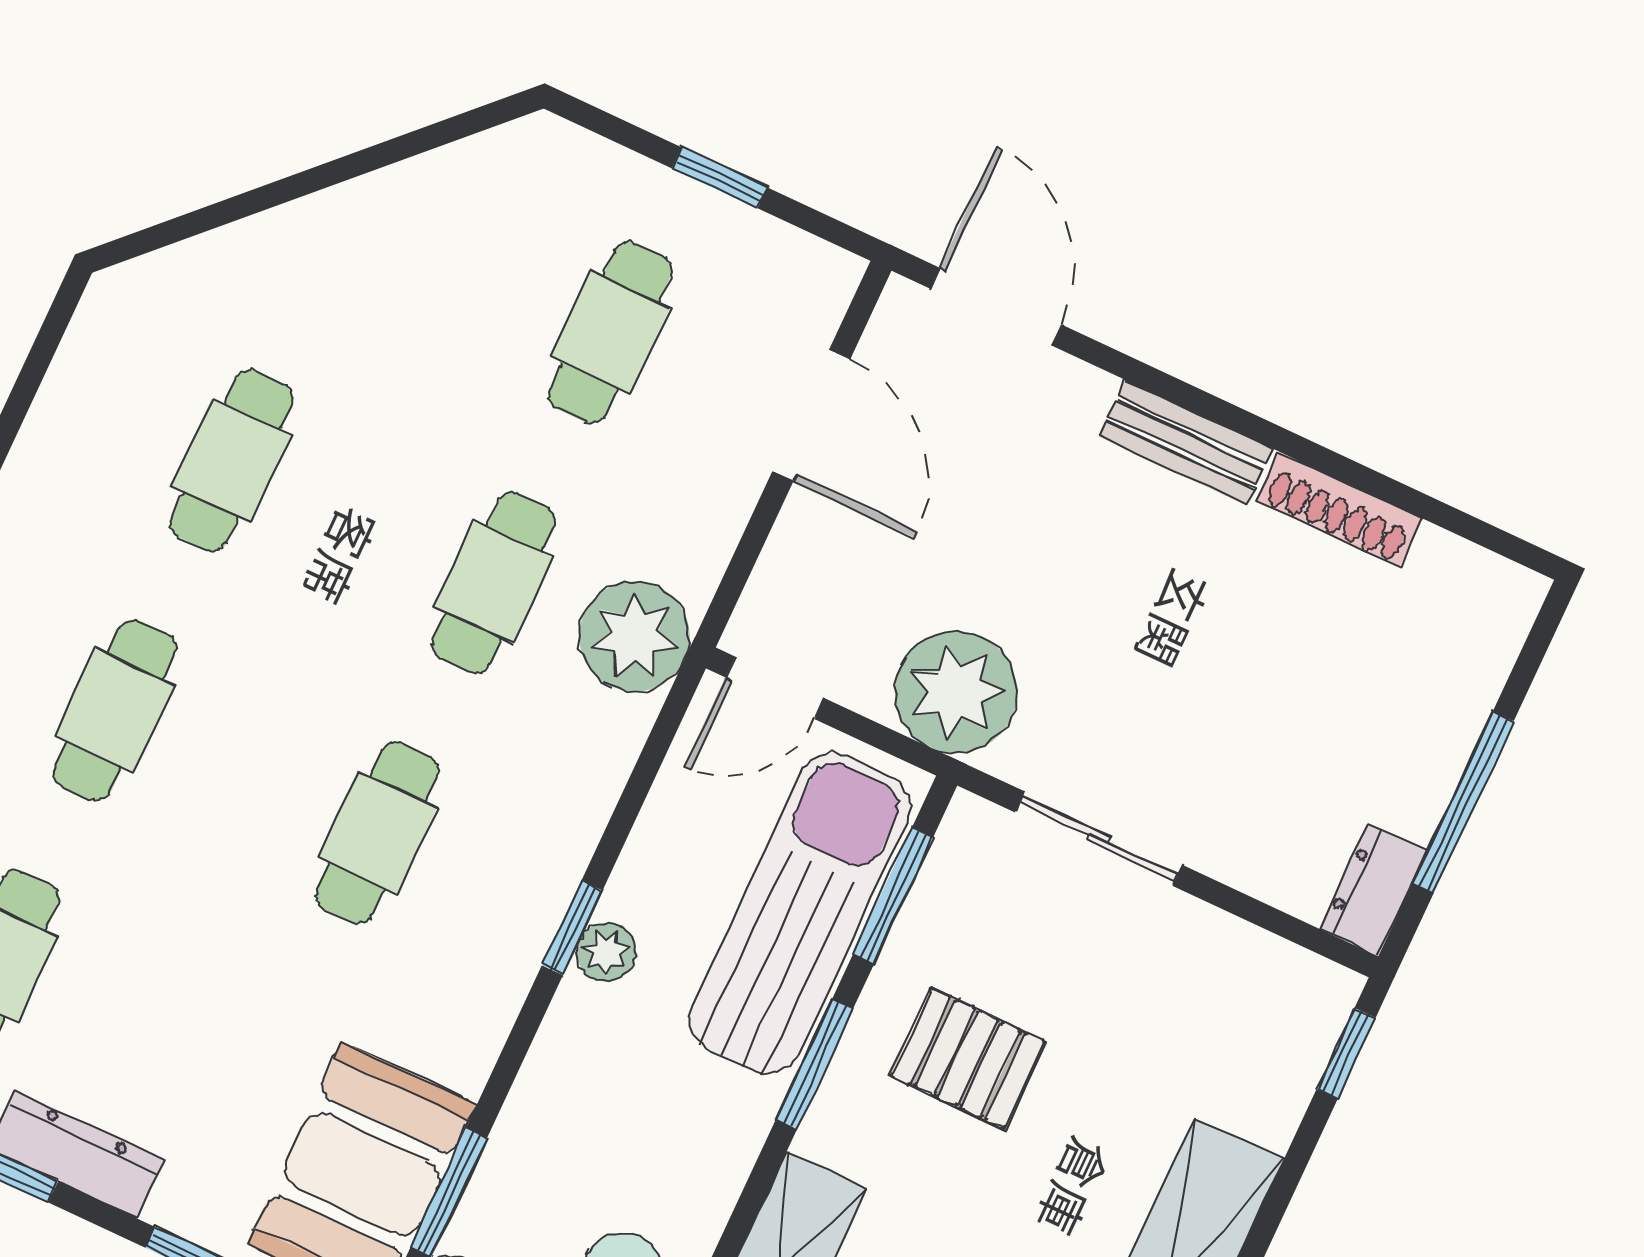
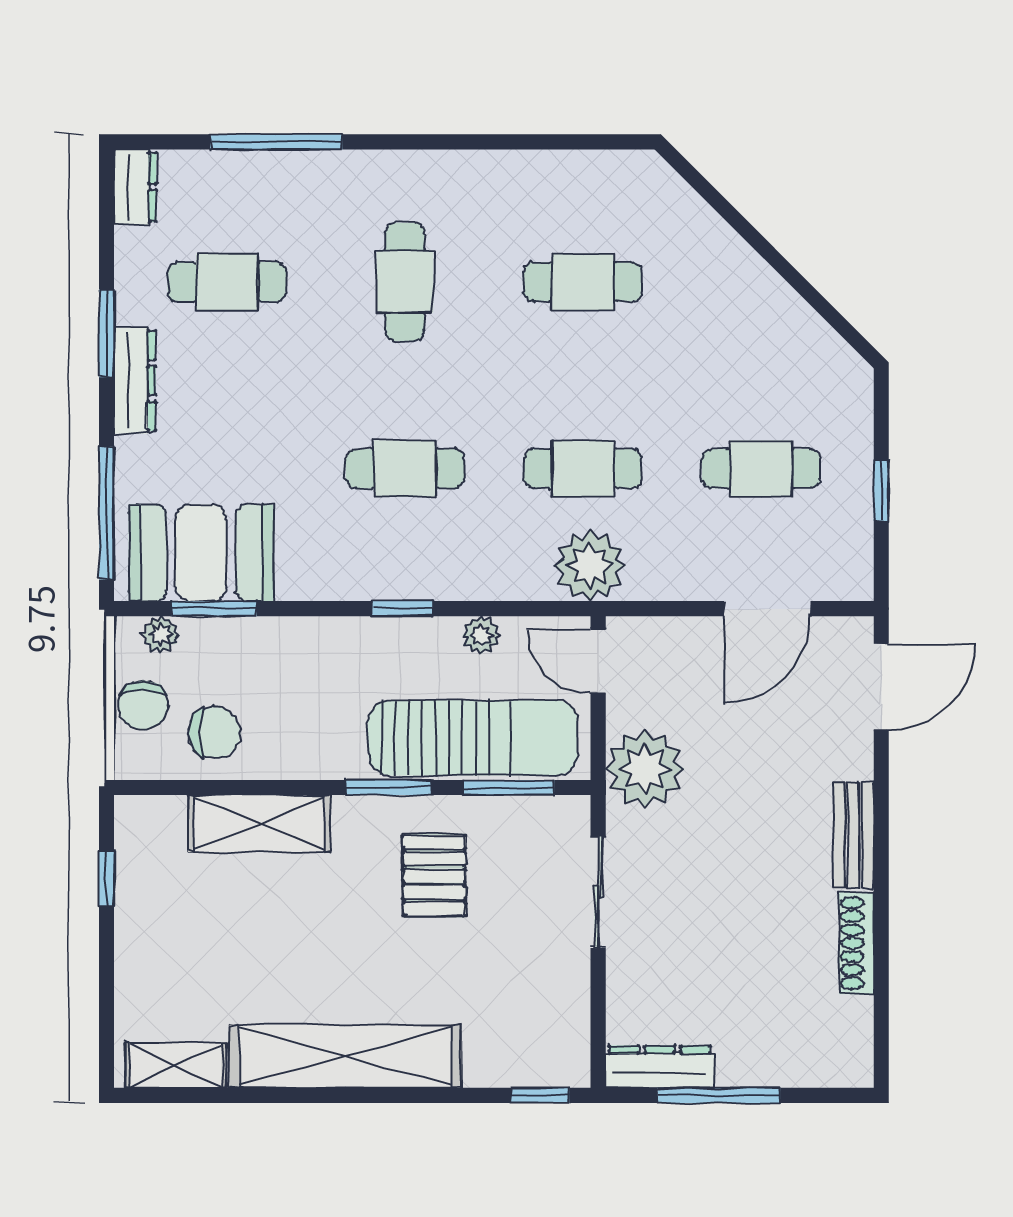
cafe table: (115, 711) -> (405, 282), turned 90
dresser: (1373, 890) -> (660, 1067), width x1.44
plant: (606, 952) -> (481, 635), moved

